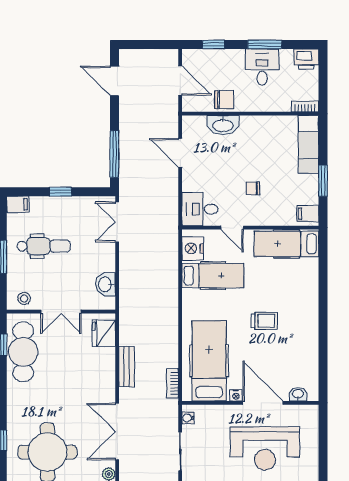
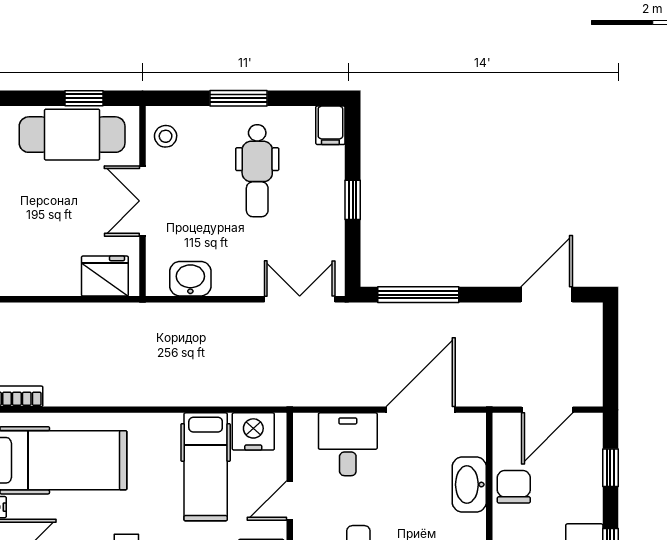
chair: (224, 100) -> (514, 487), turned 180
door: (180, 153) -> (421, 410), width x1.36
desk: (200, 209) -> (348, 444), moved
bench: (127, 367) -> (46, 316), removed

